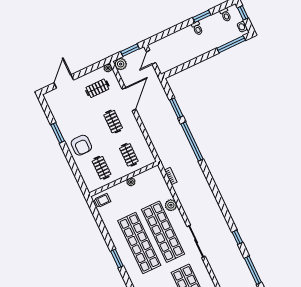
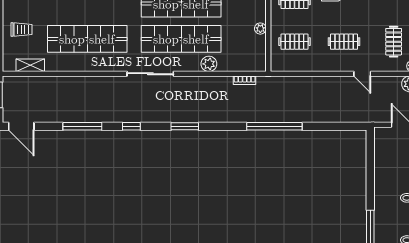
door: (129, 99) -> (362, 74), width x0.53
window: (176, 108) -> (185, 126), moved

